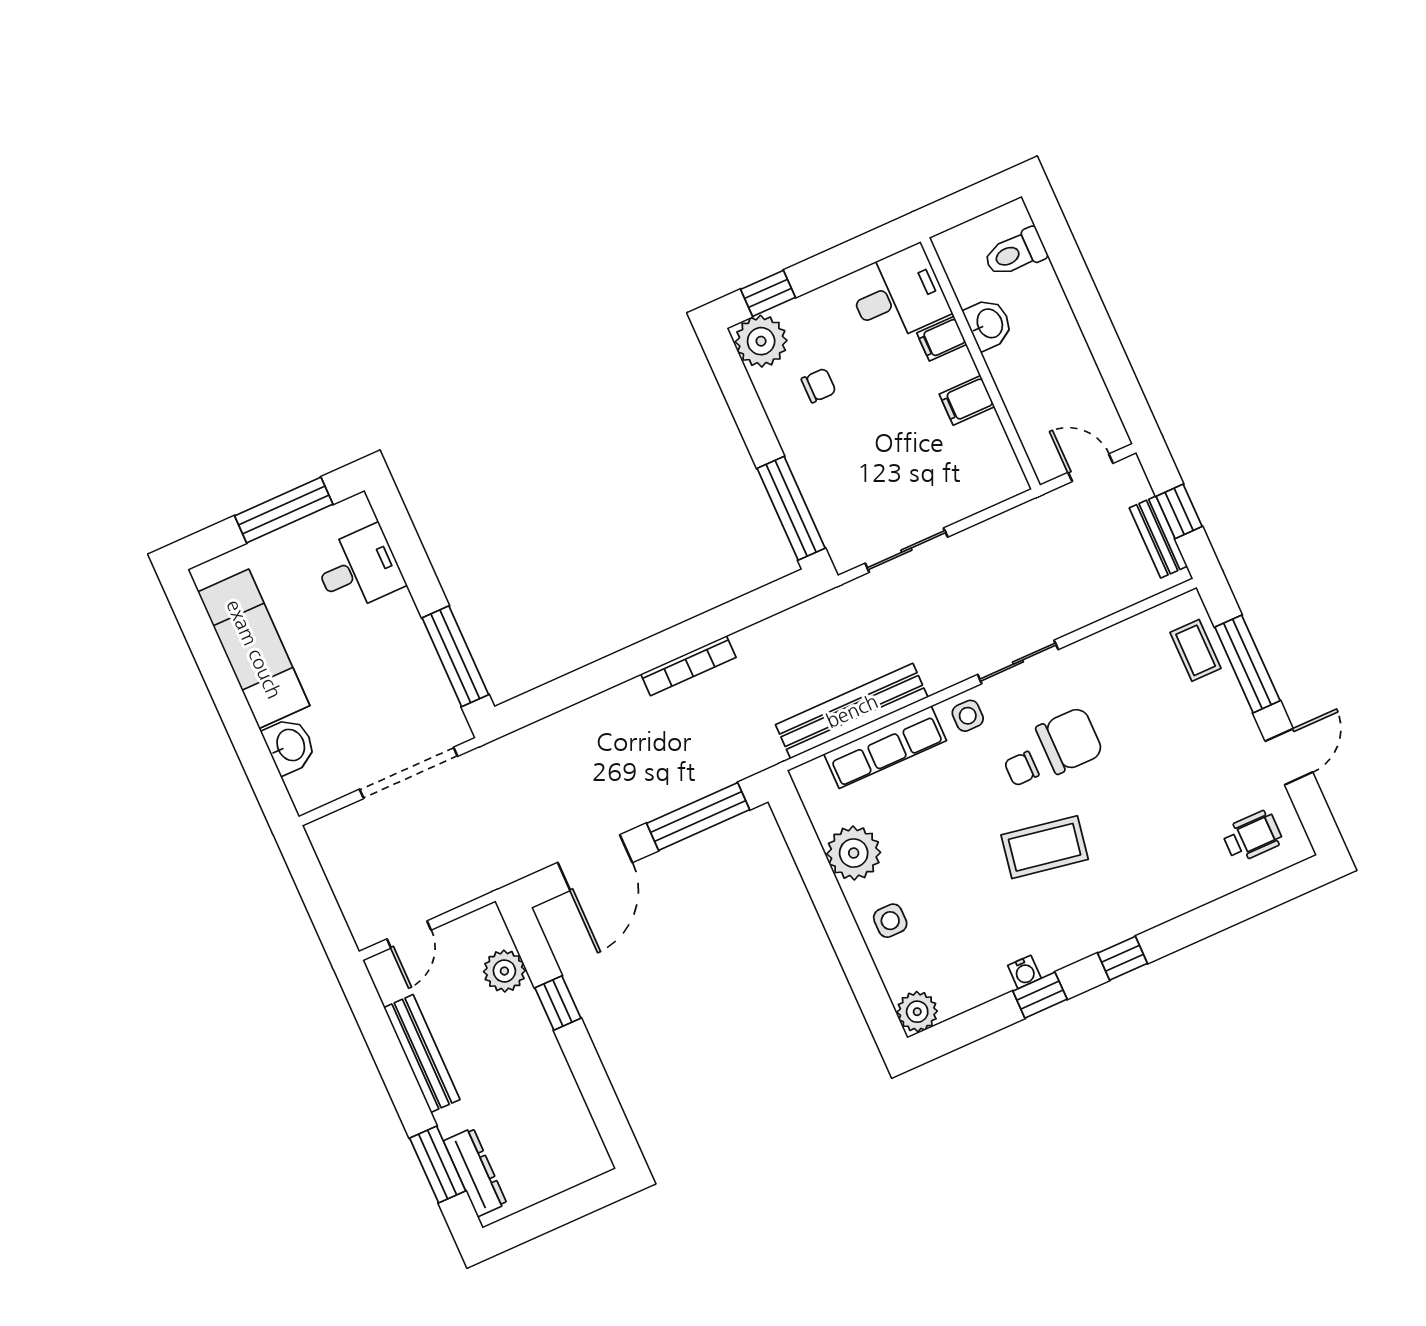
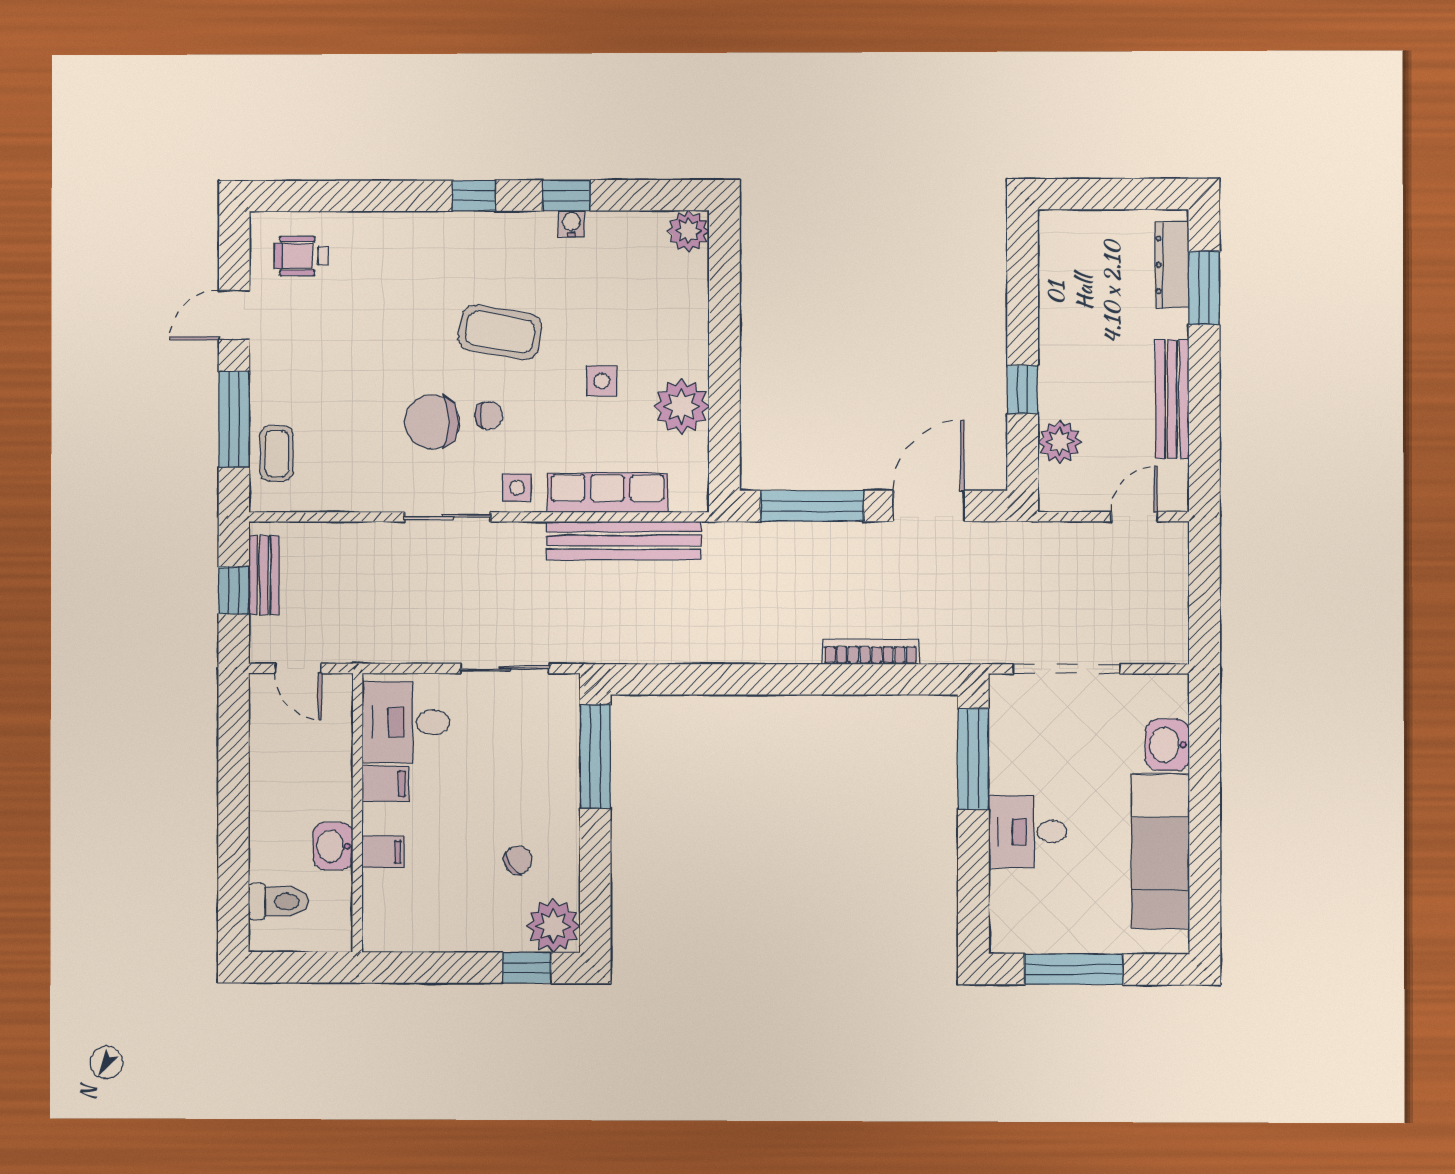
desk: (898, 295) -> (406, 722), moved
chair: (819, 385) -> (518, 860), turned 146
desk: (359, 569) -> (1028, 832), moved
bookcase: (688, 666) -> (871, 652), moved
side table: (890, 921) -> (602, 381), moved

